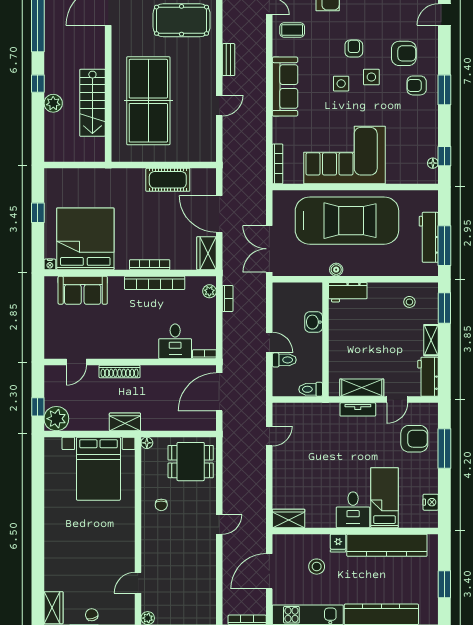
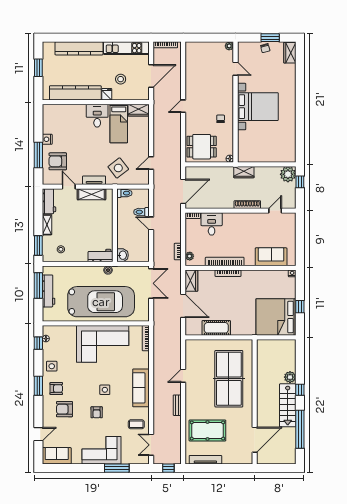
side table: (371, 77) -> (52, 366), moved
stairs: (92, 103) -> (288, 405), moved, turned 180
car: (347, 221) -> (101, 302), turned 180
bed: (85, 239) -> (276, 317), moved, turned 90
washbasin: (314, 322) -> (123, 255), moved
door: (397, 400) -> (69, 187), hinge flipped
side table: (320, 428) -> (118, 168), added
bed with nightstands: (98, 469) -> (258, 107), moved, turned 90
bed: (385, 498) -> (119, 123), moved
nightstand: (431, 502) -> (47, 139), moved
door: (138, 583) -> (235, 69), hinge flipped

